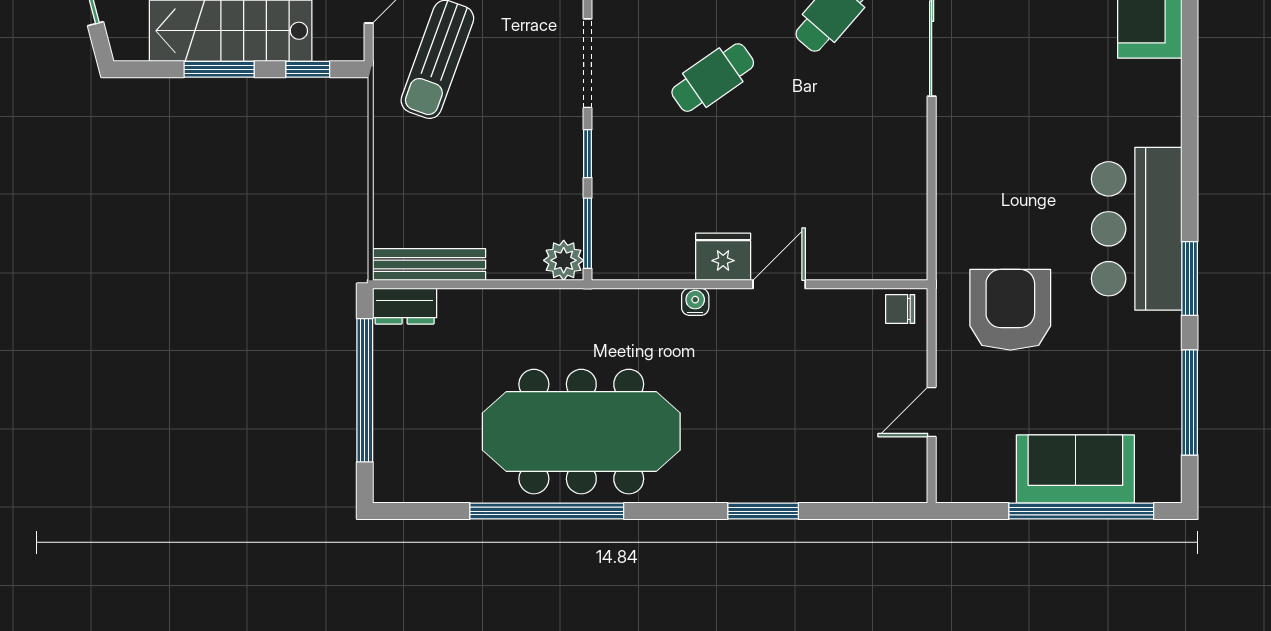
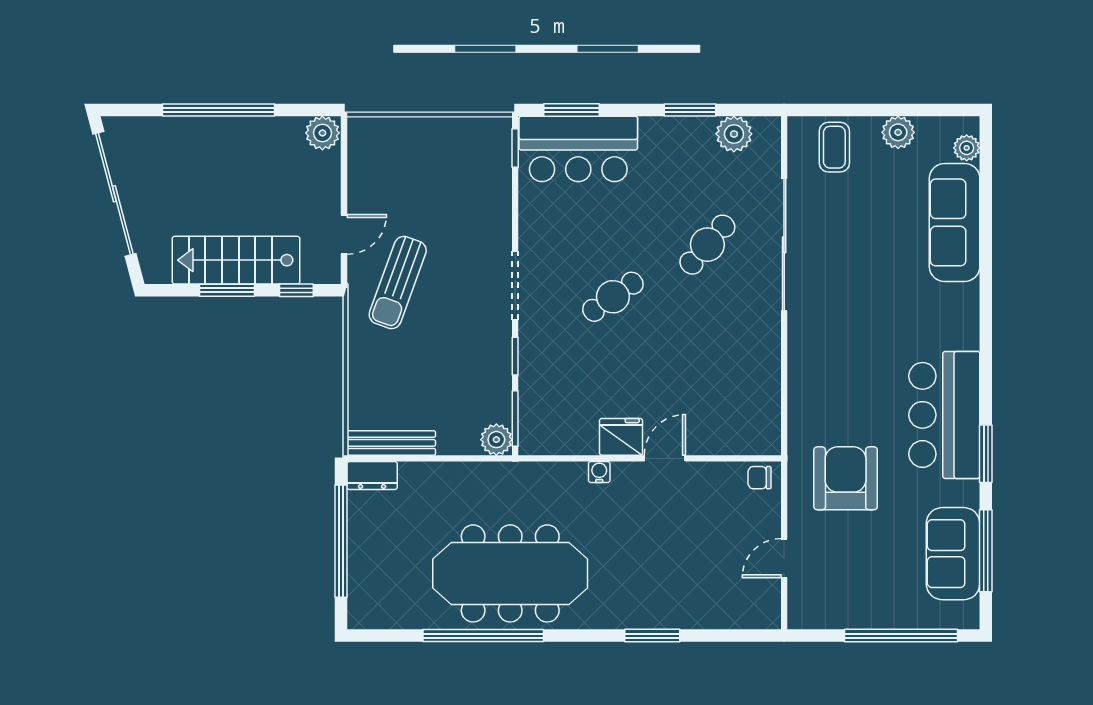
sofa: (1075, 469) -> (953, 554), moved, turned -90

